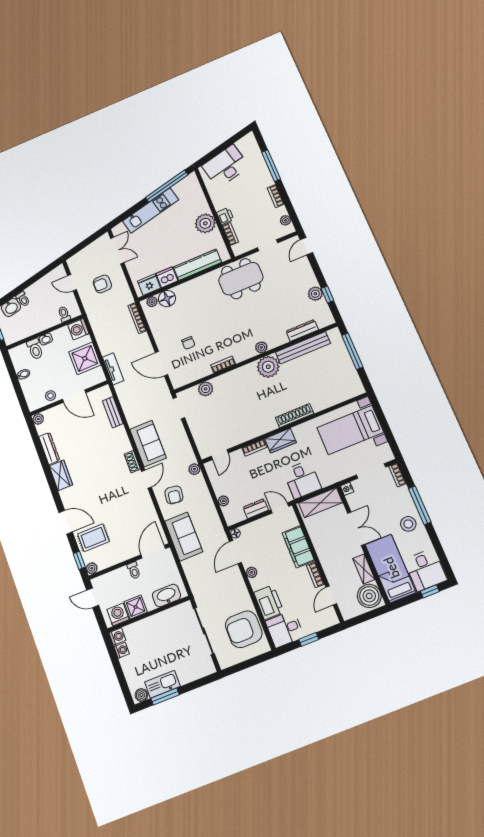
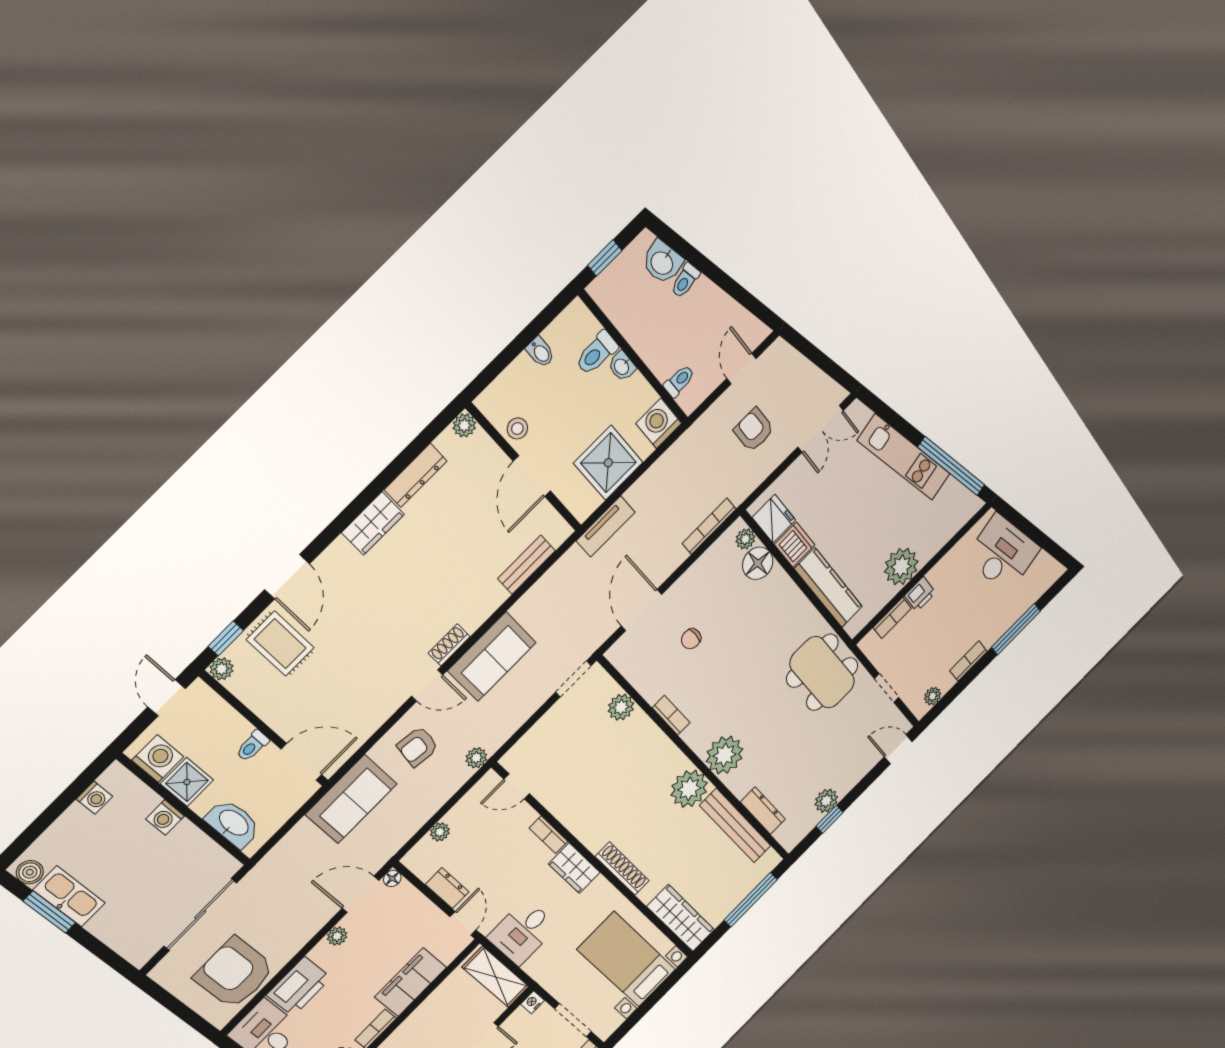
plant: (261, 347) -> (725, 755), width x1.88, depth x1.88
wardrobe: (342, 393) -> (681, 918), added
washing machine: (117, 637) -> (165, 817), moved, turned 90

